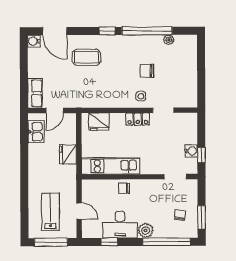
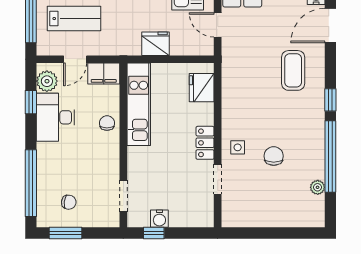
filing cabinet: (89, 191) -> (104, 74), added
plant: (146, 231) -> (47, 81), moved

